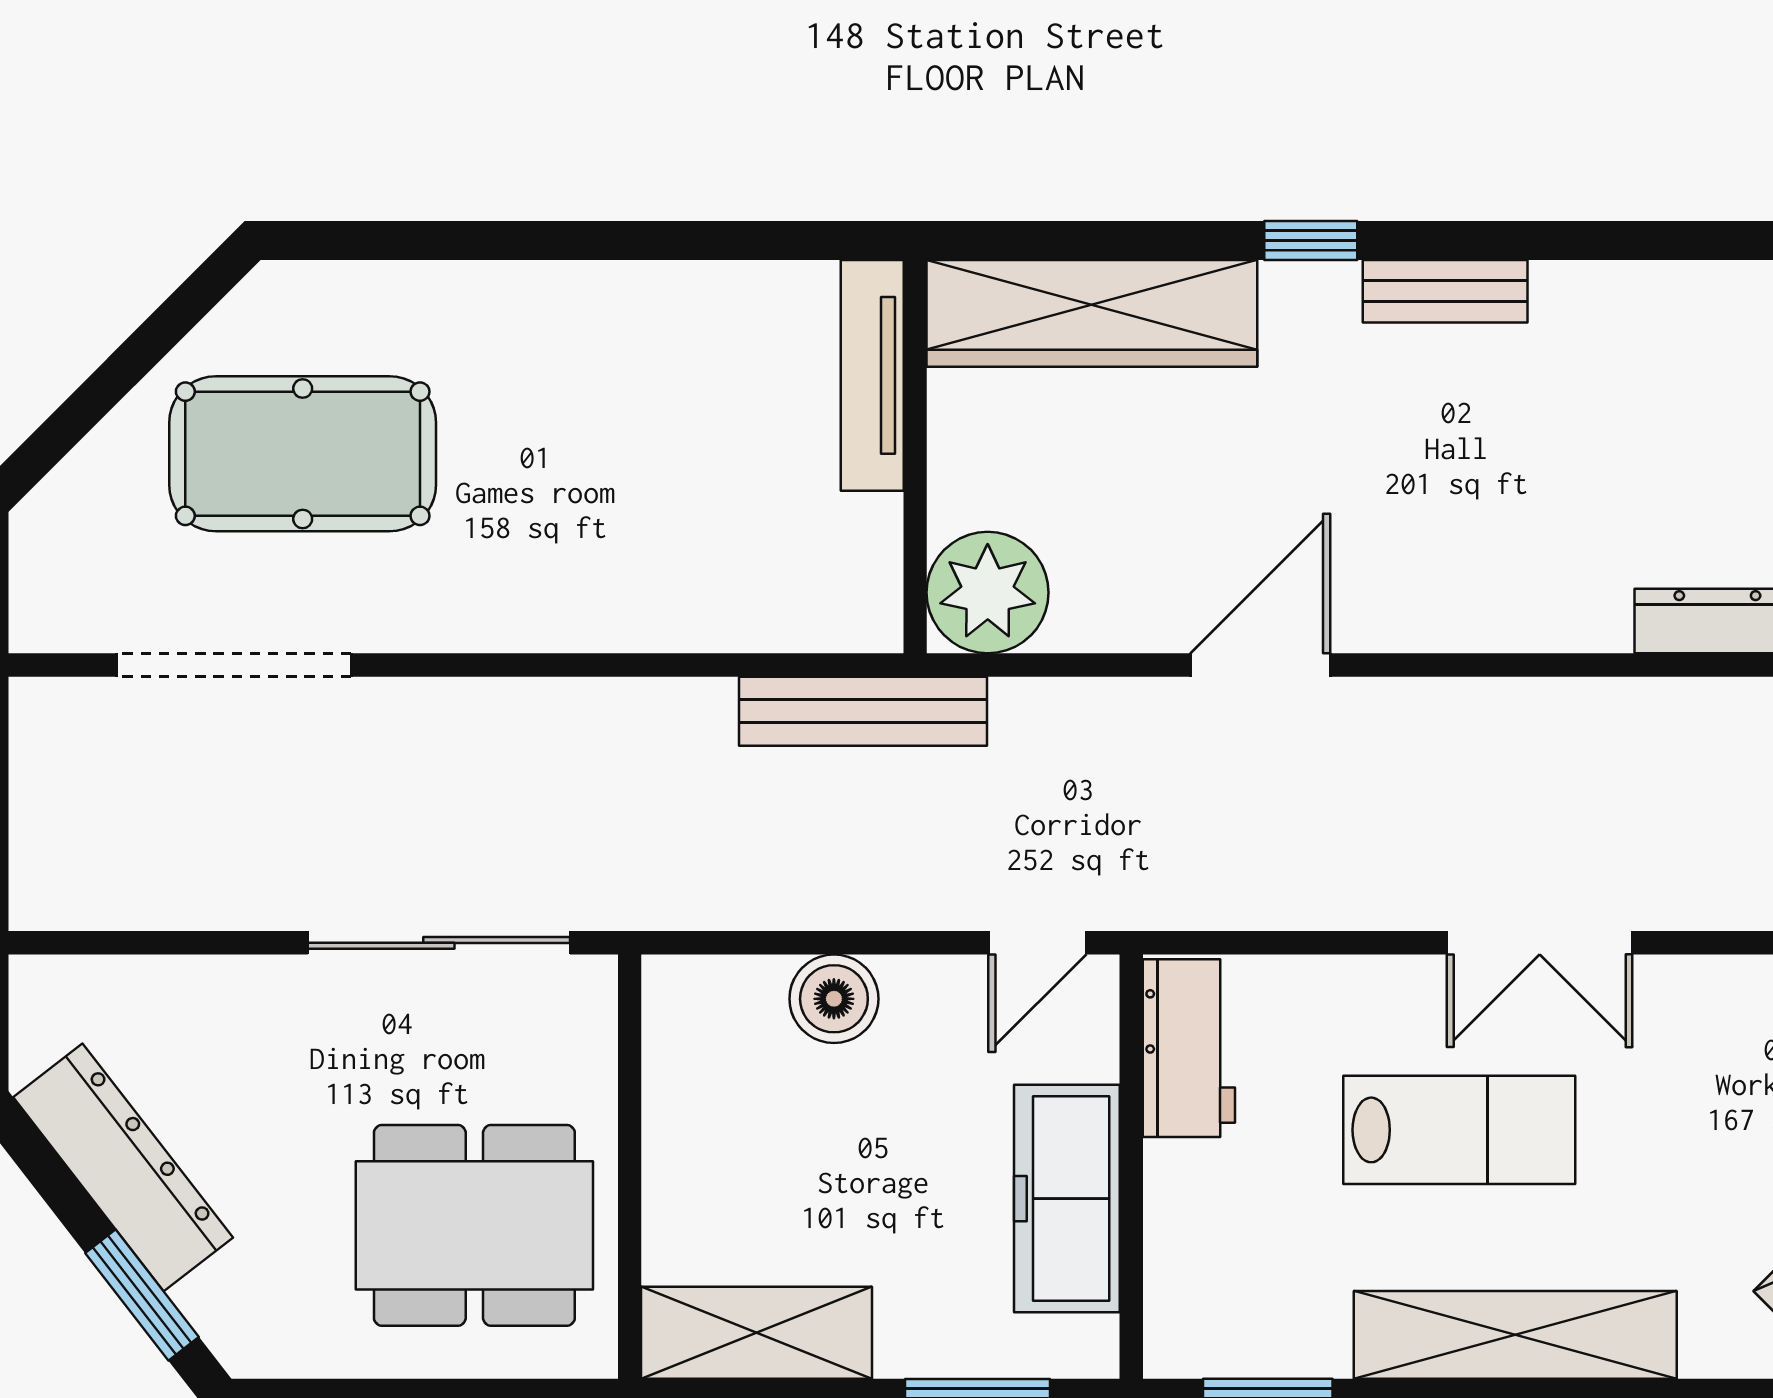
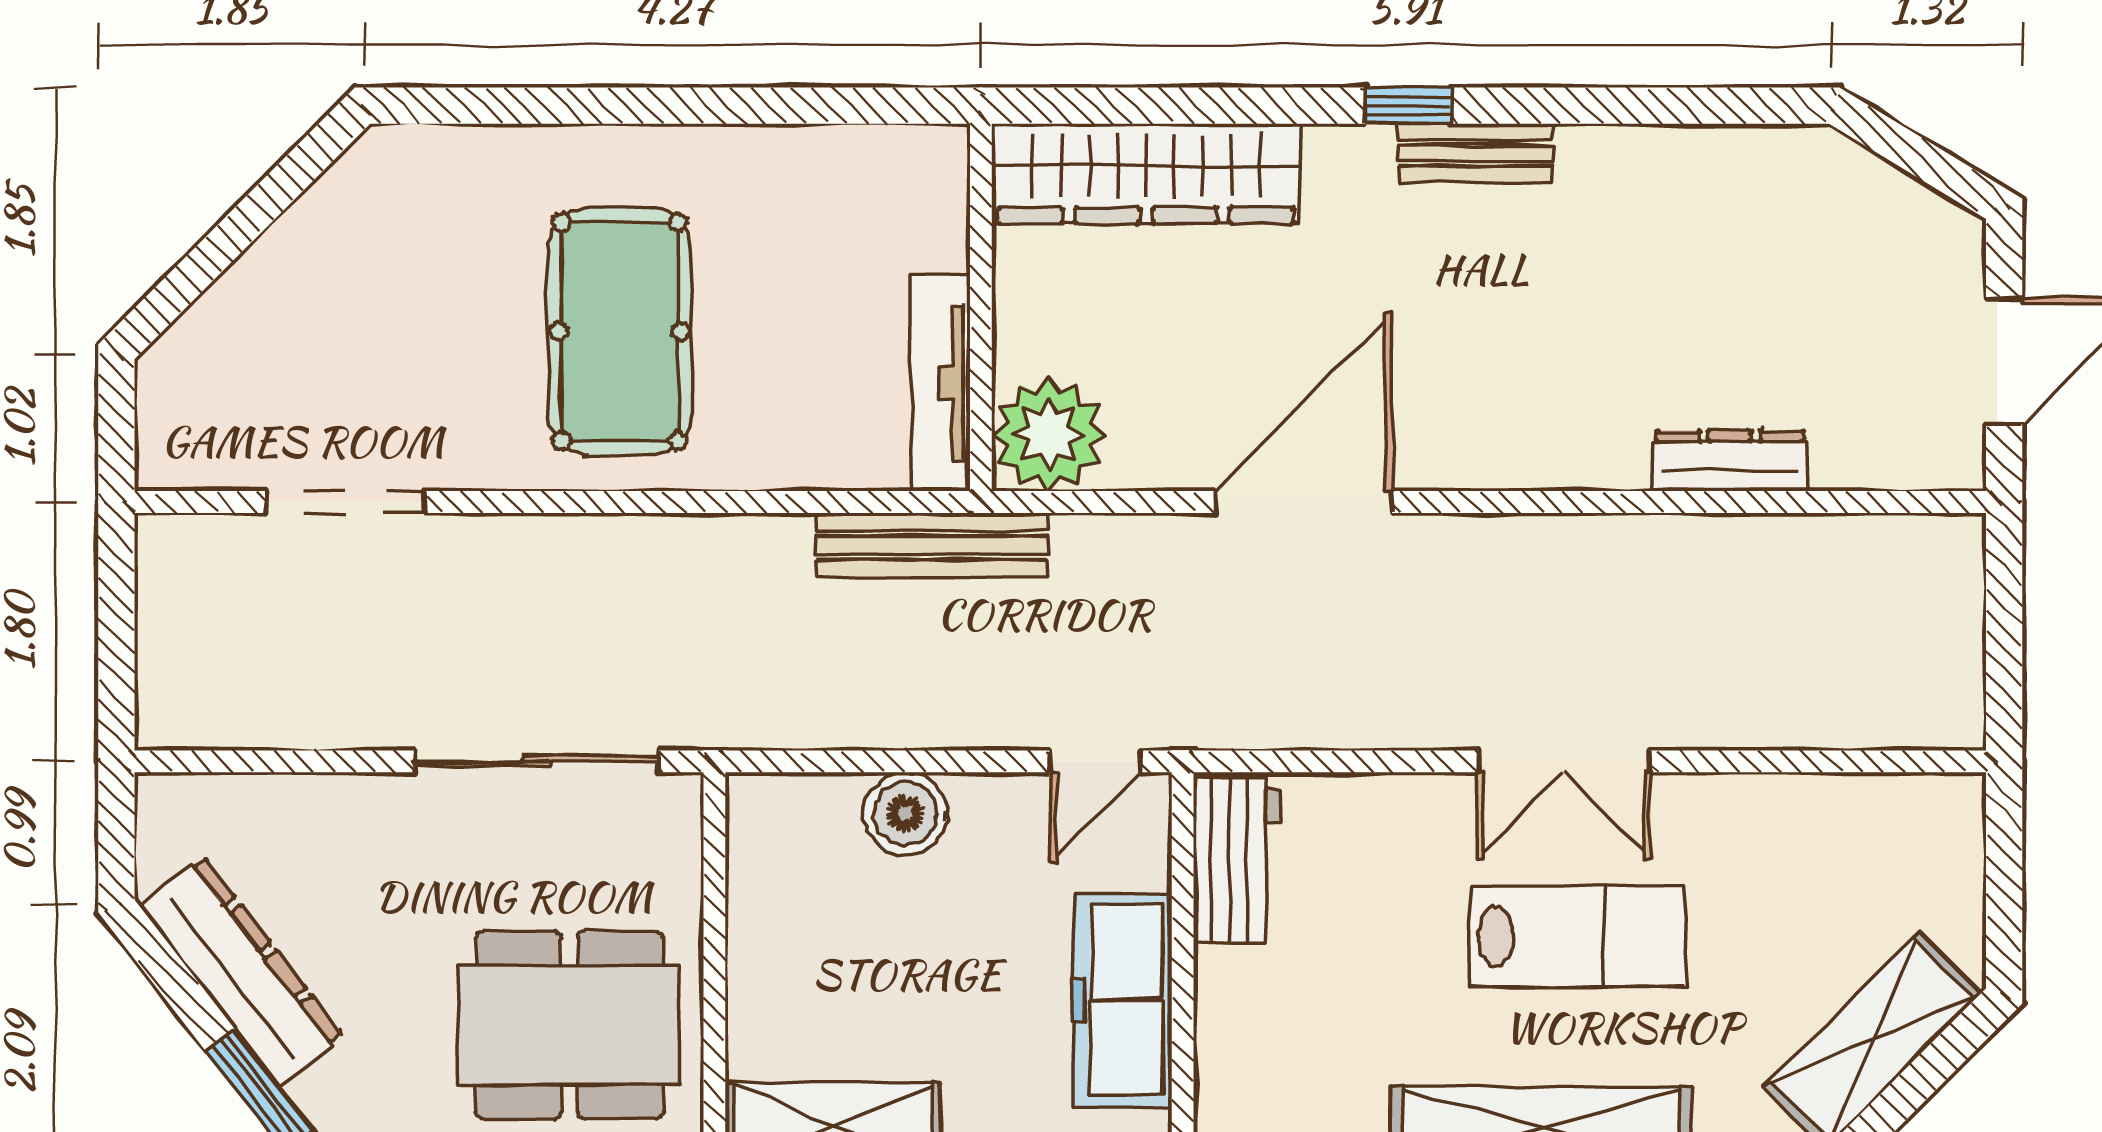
window: (1311, 240) -> (1409, 106), moved
tv unit: (872, 375) -> (941, 383), moved
pool table: (303, 454) -> (620, 331), moved, turned 90
doorway: (234, 665) -> (345, 502), width x0.73
door: (1260, 665) -> (1303, 502), width x1.36
lab bench: (1459, 1130) -> (1578, 937), moved

